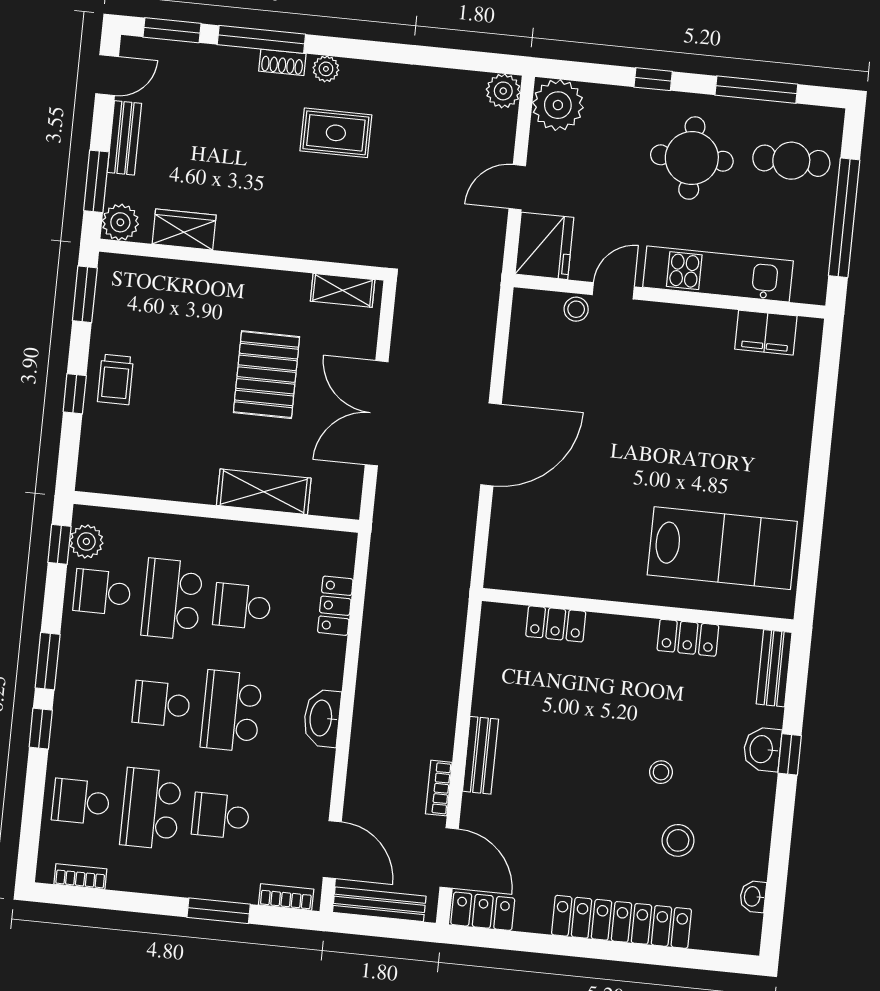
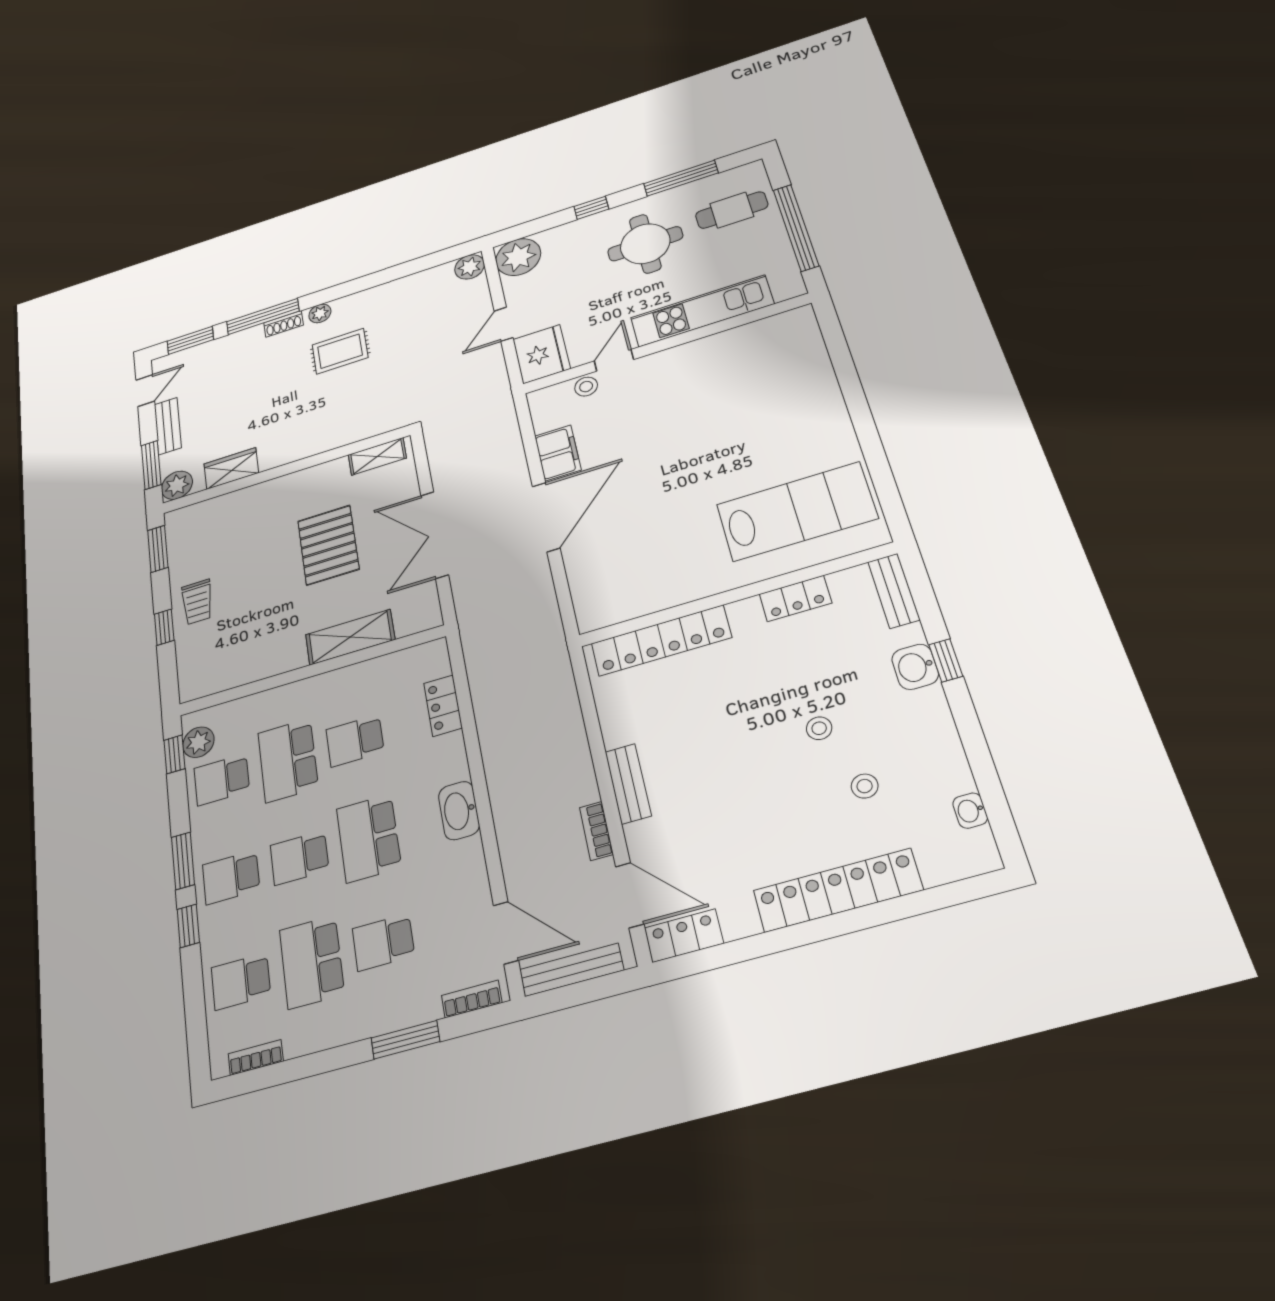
filing cabinet: (766, 333) -> (558, 453), moved, turned -90
locker: (556, 624) -> (661, 641), width x2.16, depth x1.21
school desk: (92, 697) -> (231, 877), added
stool: (678, 840) -> (865, 786), width x0.73, depth x0.73

